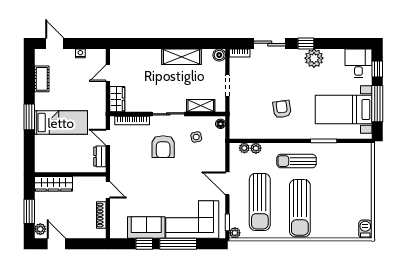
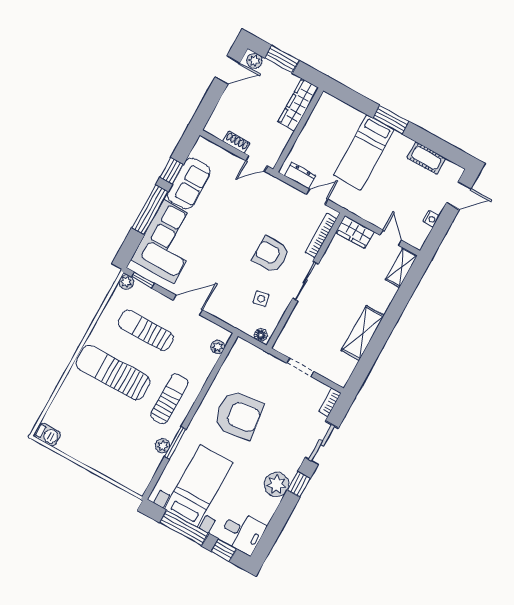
boiler: (219, 55) -> (341, 377), removed
shelving: (201, 106) -> (401, 268), moved
armchair: (282, 109) -> (238, 415), width x1.88, depth x1.88
plant: (256, 148) -> (163, 446), moved
sun lounger: (260, 202) -> (146, 330), width x0.73, depth x0.75
shoe rack: (101, 215) -> (236, 142), width x0.70

